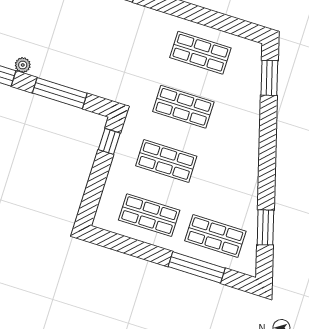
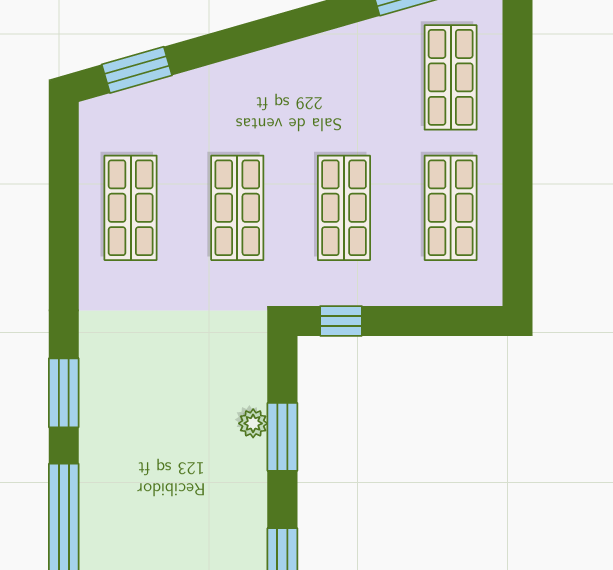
plant: (23, 65) -> (253, 423), moved
window: (60, 93) -> (282, 437), width x0.69
window: (197, 267) -> (517, 93), removed

